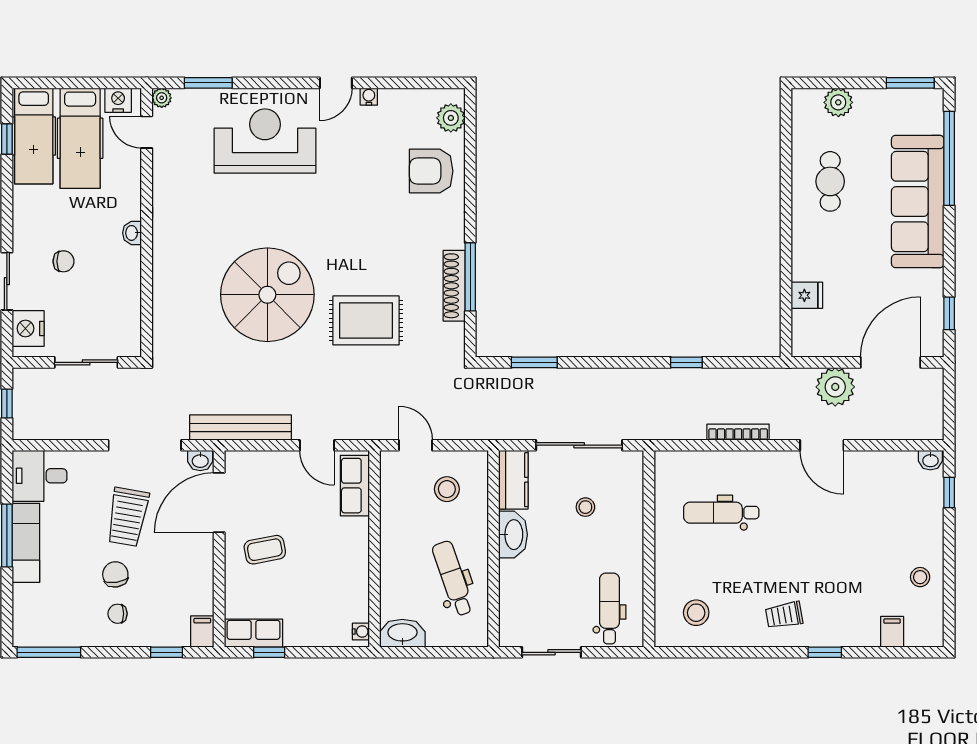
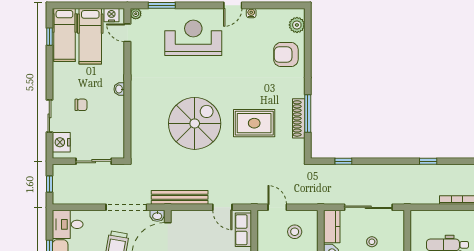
rug: (366, 320) -> (254, 123), moved
window: (534, 362) -> (343, 161), width x0.67

